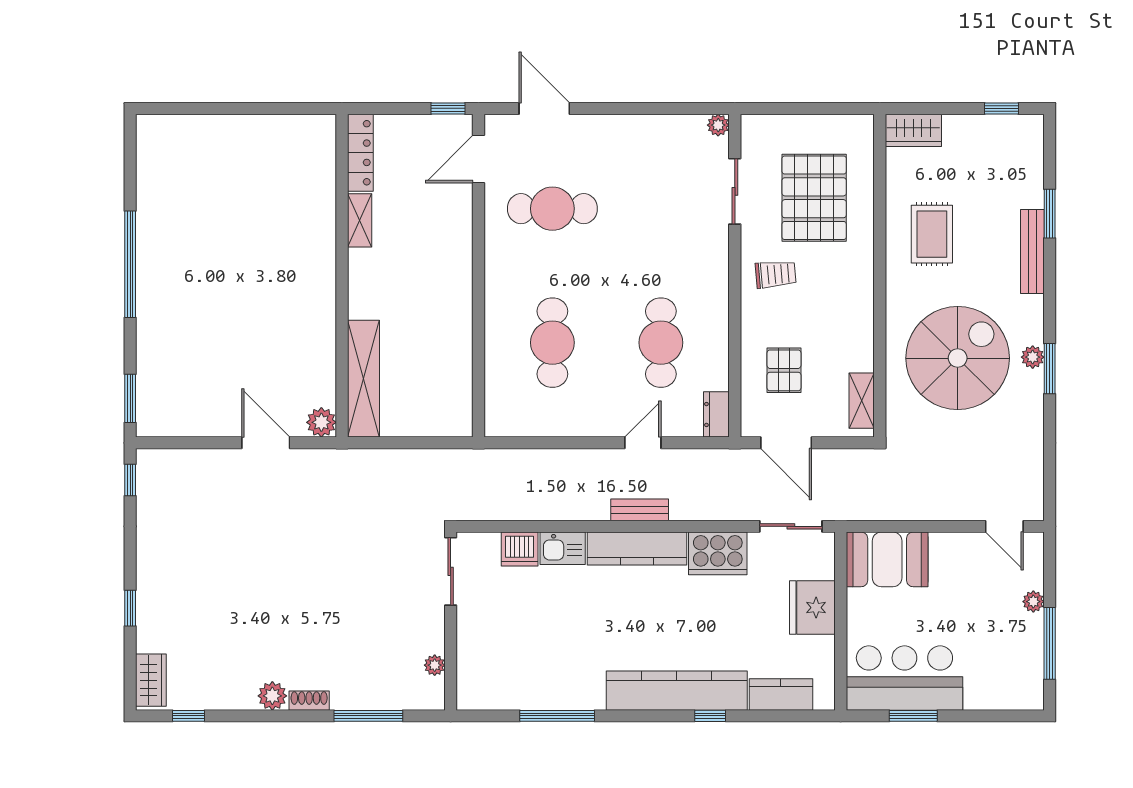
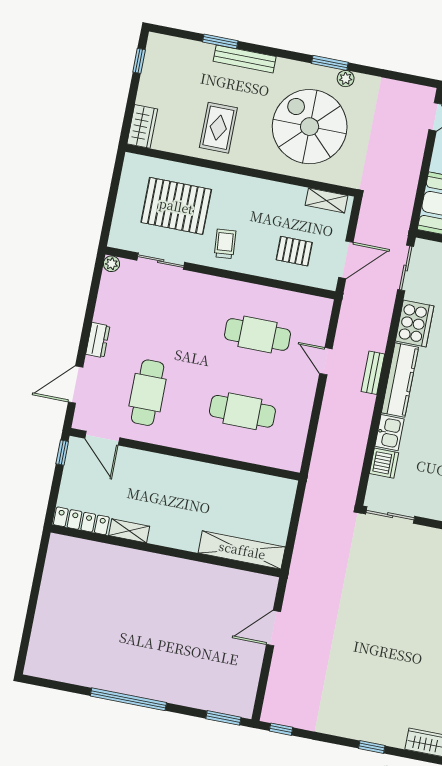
rug: (932, 234) -> (218, 128), turned 90
plant: (1033, 357) -> (346, 79), moved
dresser: (716, 414) -> (98, 340), moved, turned -90
plant: (321, 422) -> (267, 586), removed

